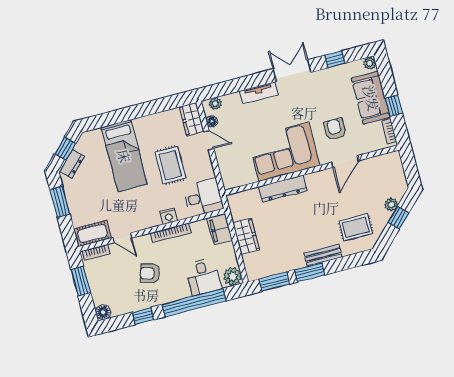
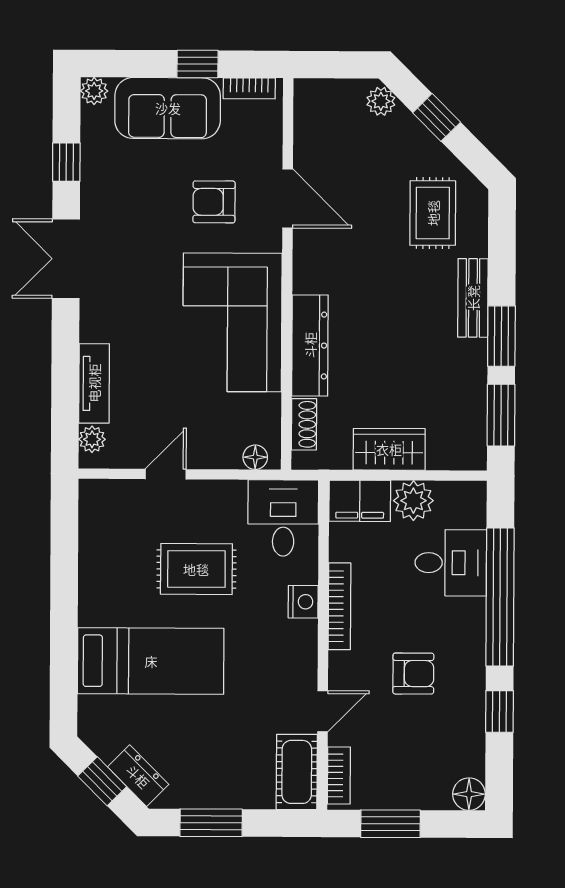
tv unit: (259, 93) -> (94, 383), moved
wardrobe: (192, 119) -> (112, 498), removed
floor lamp: (212, 121) -> (255, 457), moved
shoe rack: (247, 195) -> (304, 424), added
plant: (391, 204) -> (381, 101), moved
armchair: (150, 273) -> (413, 674), turned -106
plant: (232, 277) -> (413, 501), moved

